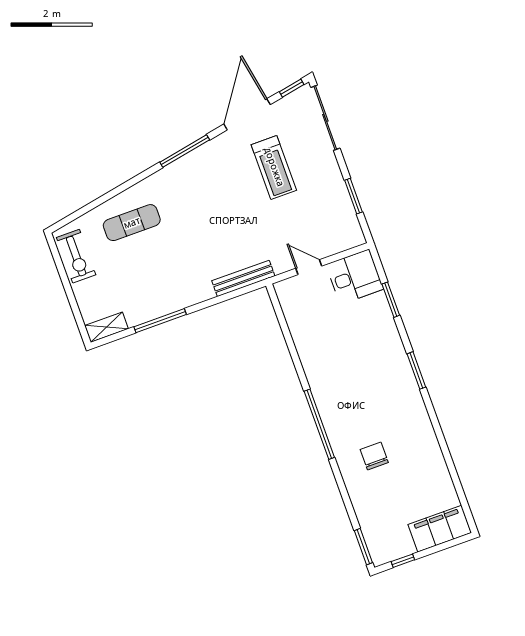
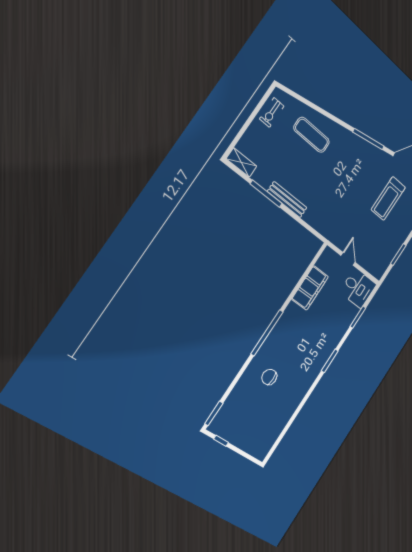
exercise bike: (76, 256) -> (272, 113), width x0.73, depth x0.72
bench: (243, 278) -> (287, 200), moved
chair: (374, 456) -> (269, 377), turned -90
filing cabinet: (440, 529) -> (310, 288), moved, turned 90

